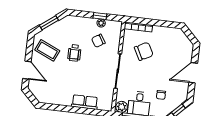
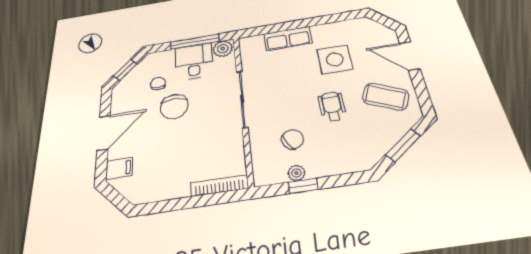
filing cabinet: (186, 50) -> (119, 168), added
chair: (144, 51) -> (174, 107), moved, turned -62
side table: (64, 80) -> (335, 59), added

